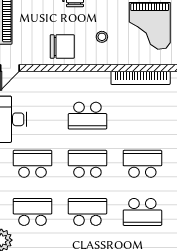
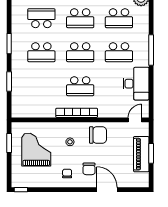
chair: (62, 47) -> (98, 135), turned 180
bookcase: (141, 78) -> (77, 113), moved
school desk: (87, 116) -> (80, 86), turned 180

